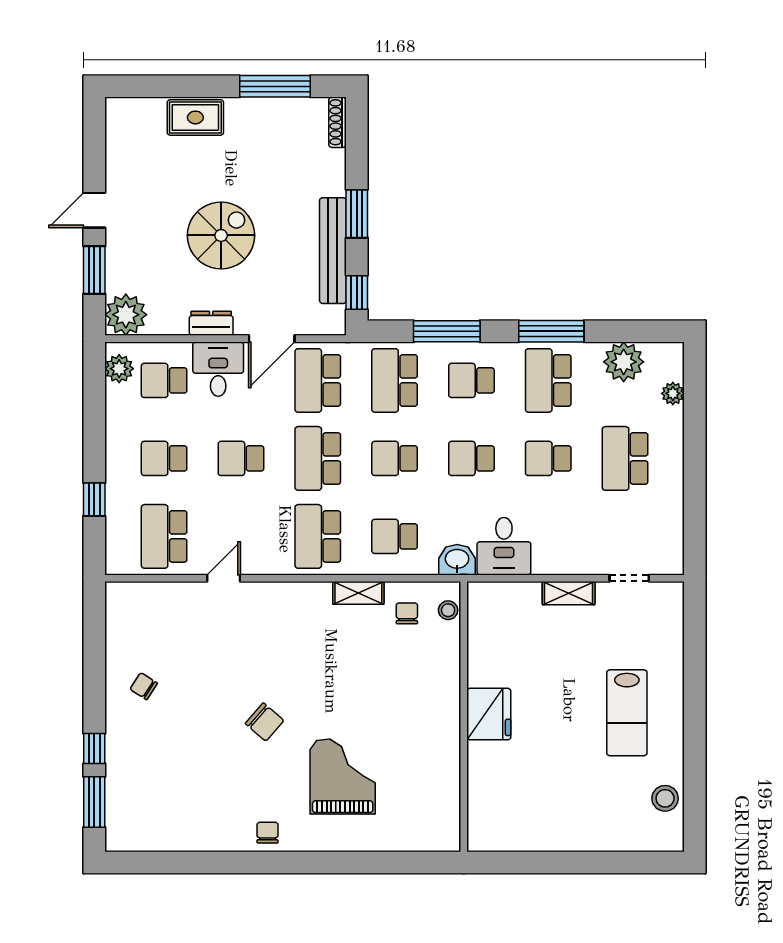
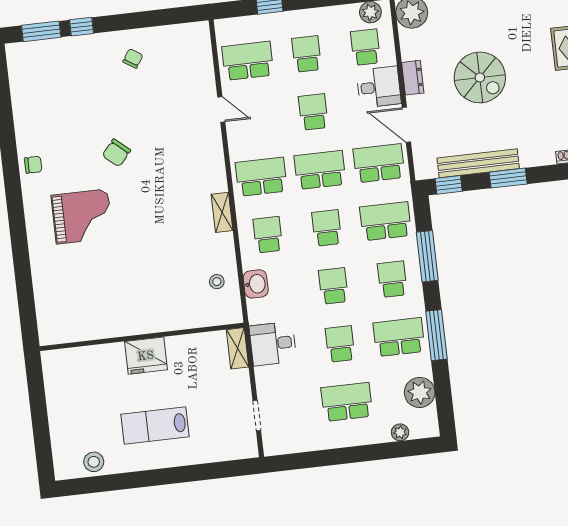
desk: (504, 546) -> (273, 344), moved
shelving: (569, 593) -> (238, 348), moved
chair: (407, 613) -> (211, 251), removed
fridge: (489, 714) -> (146, 356), moved
wall: (464, 717) -> (142, 337), moved

